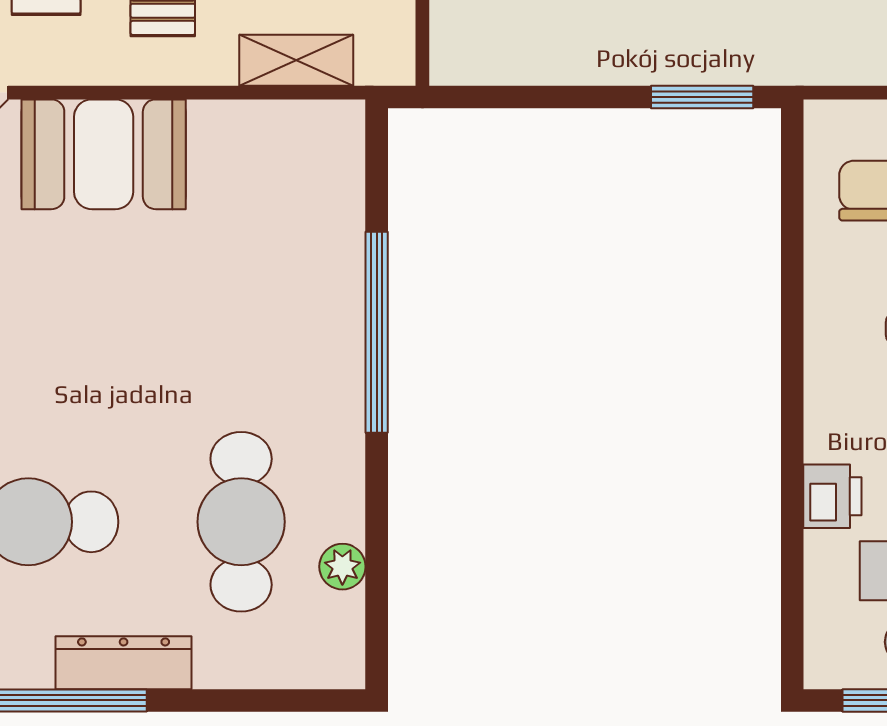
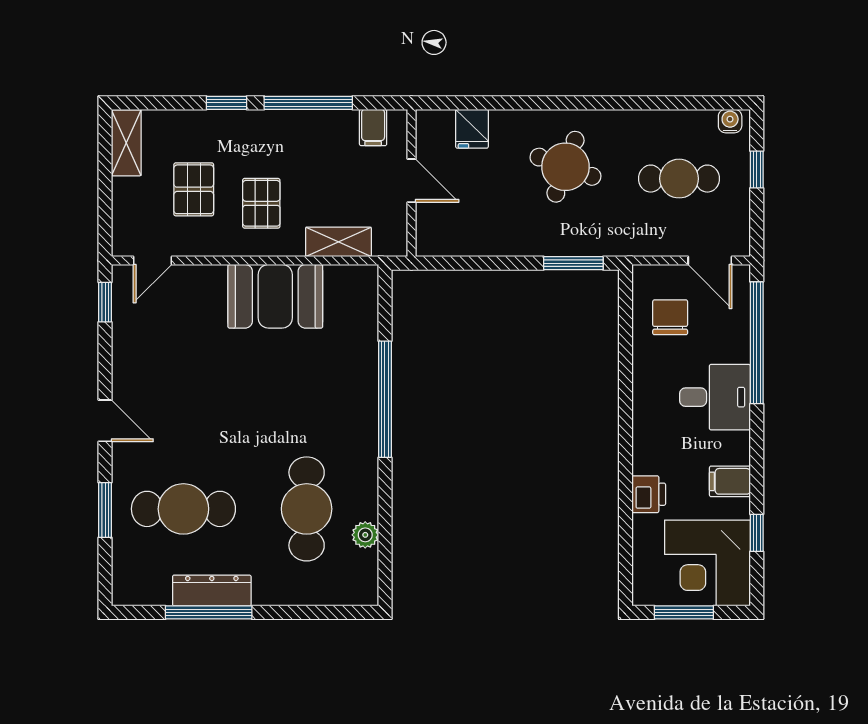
booth: (104, 154) -> (275, 296), moved
dresser: (124, 663) -> (212, 590), moved

